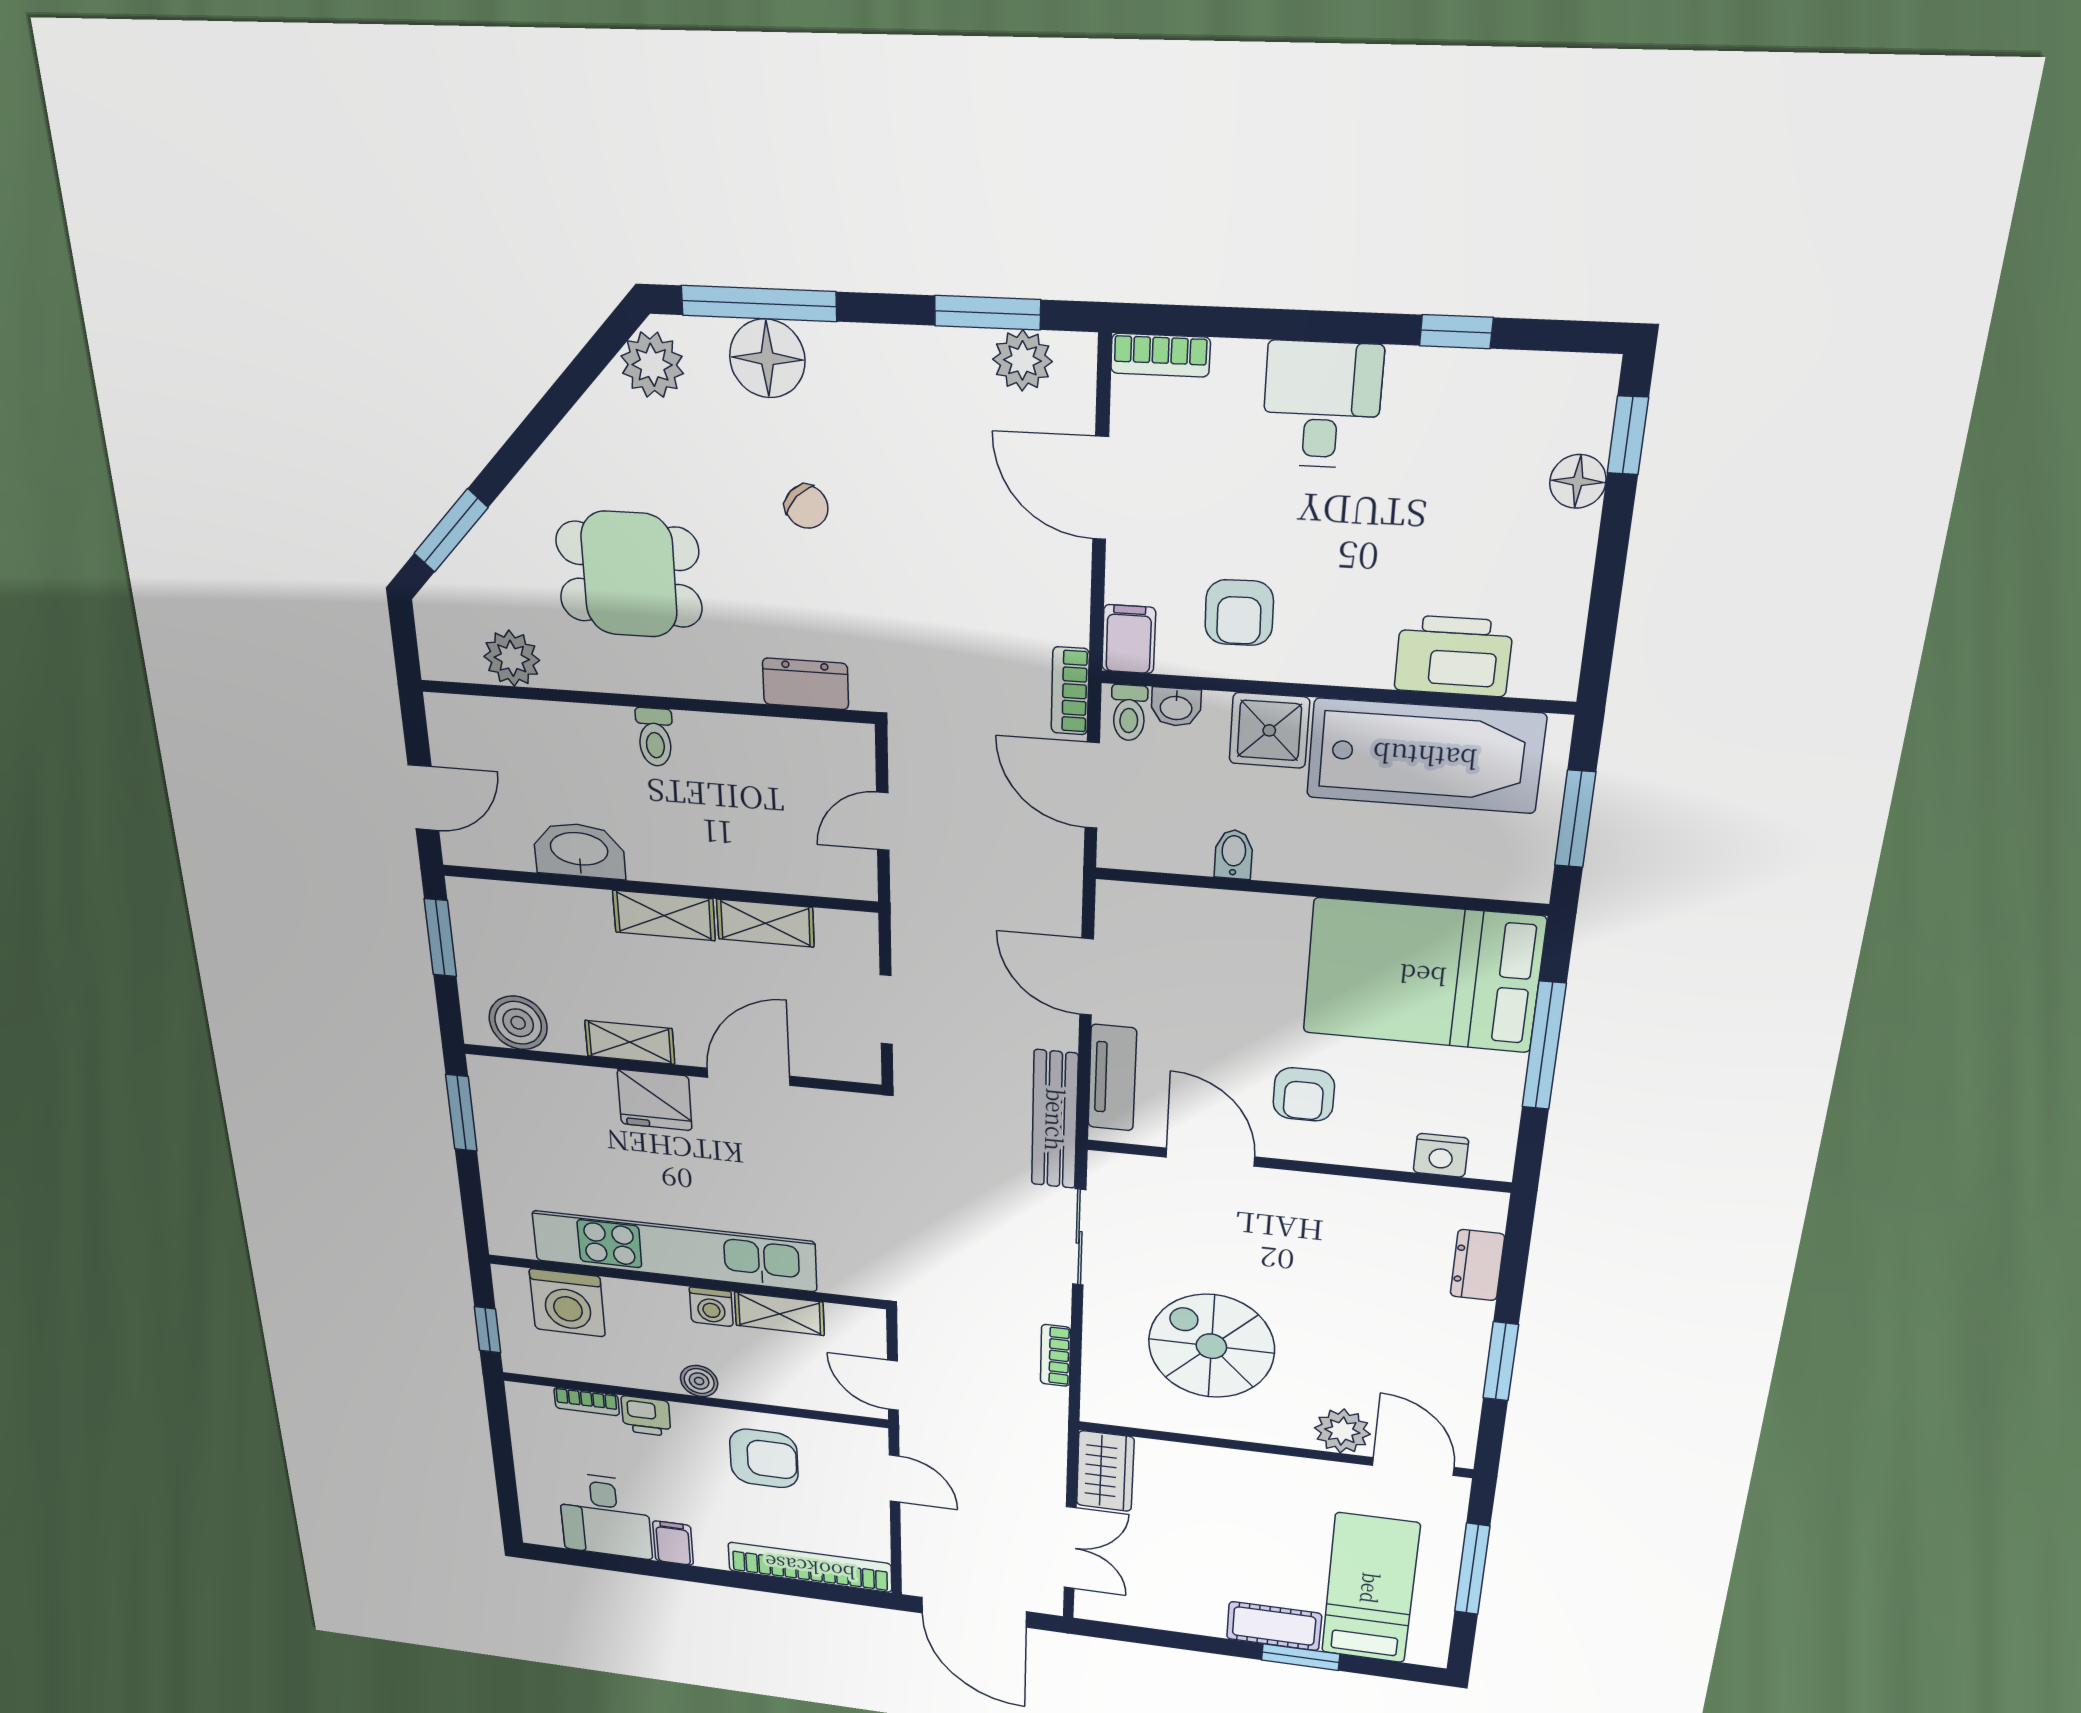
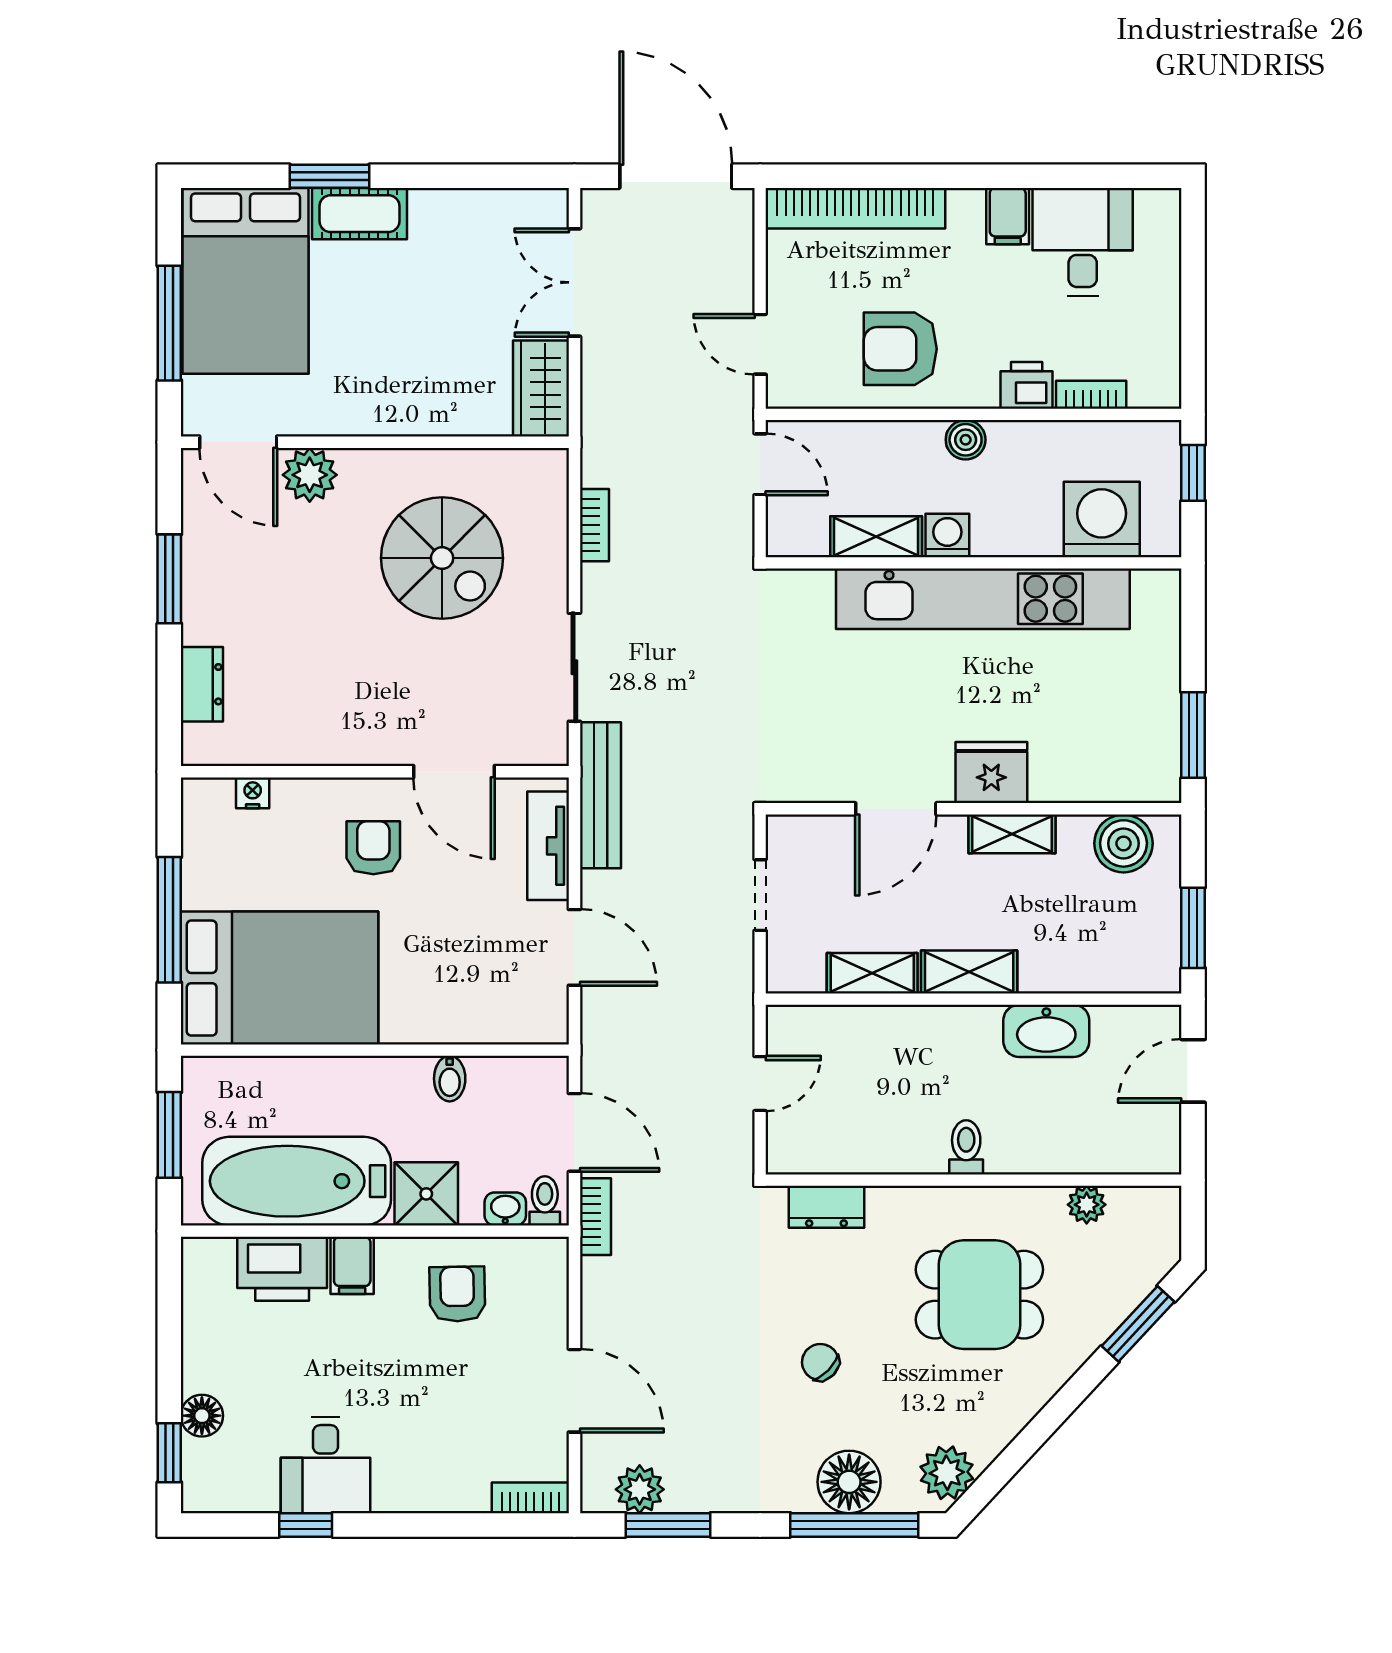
desk: (1322, 405) -> (326, 1465), moved
filing cabinet: (1129, 639) -> (352, 1265), moved
plant: (512, 658) -> (1087, 1205), width x0.73, depth x0.73
nightstand: (1441, 1155) -> (253, 793), width x0.72, depth x0.74
bed: (1370, 1588) -> (246, 281), width x1.50

